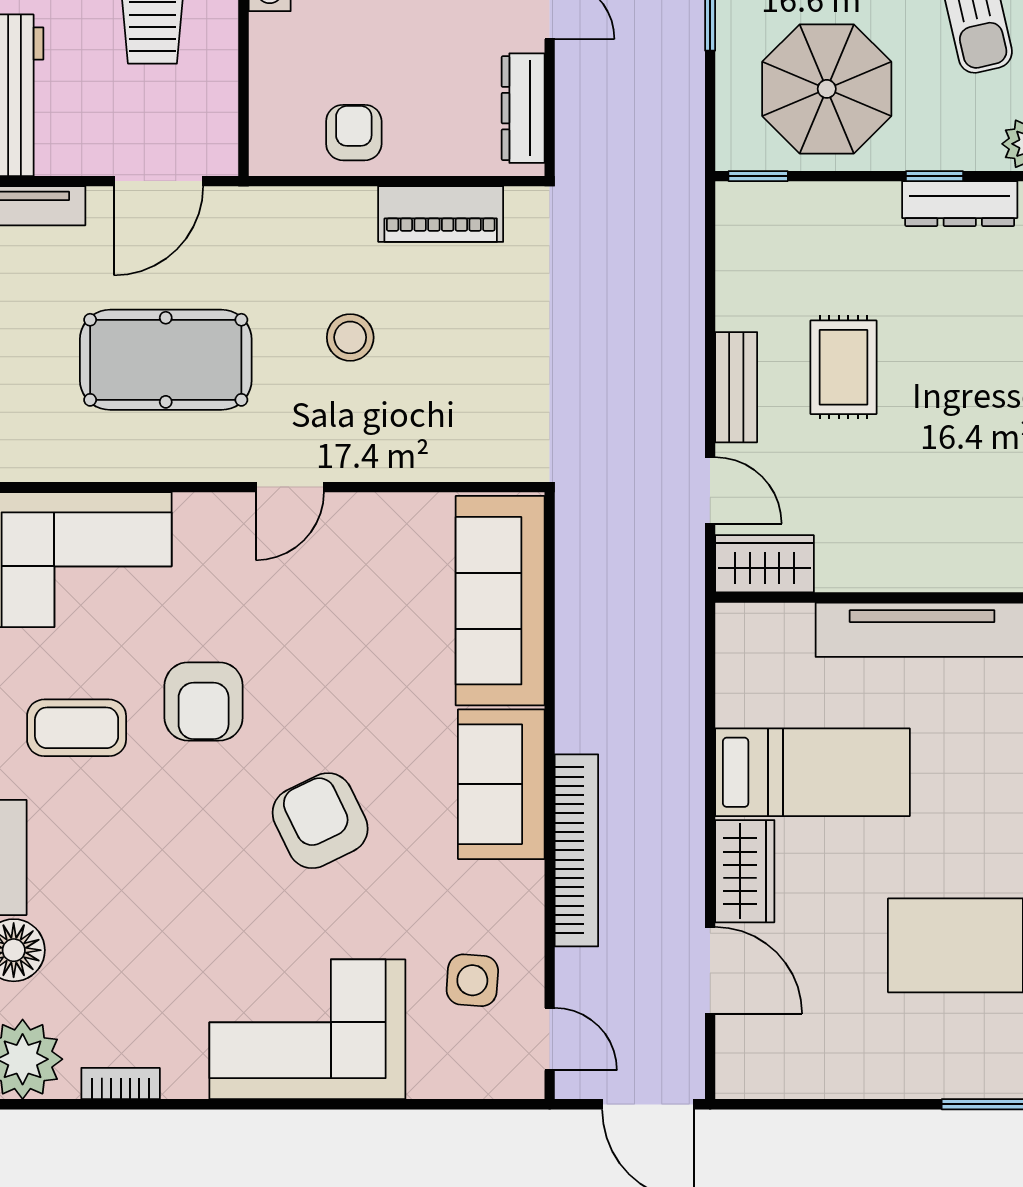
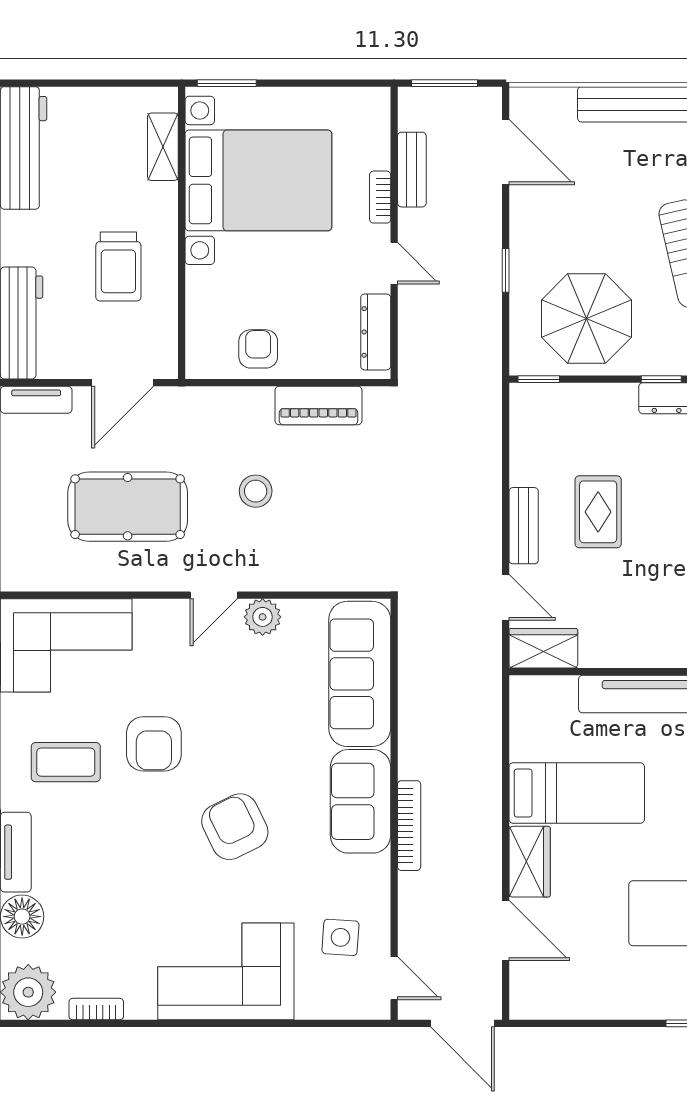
plant: (360, 519) -> (263, 617), added
bookcase: (576, 850) -> (409, 826), width x0.68, depth x0.76

